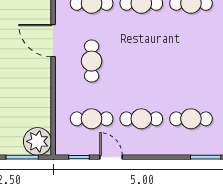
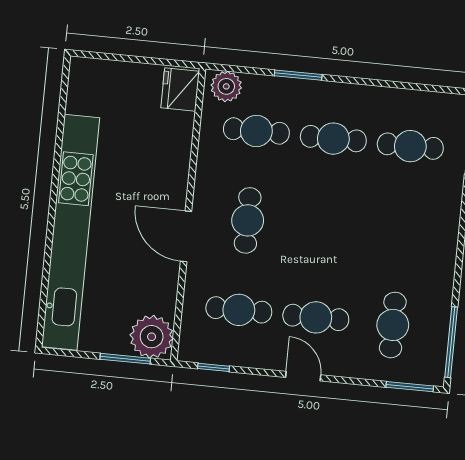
door: (53, 41) -> (186, 236), moved
cafe table: (191, 119) -> (393, 325), turned 90
door: (111, 157) -> (303, 376), moved

